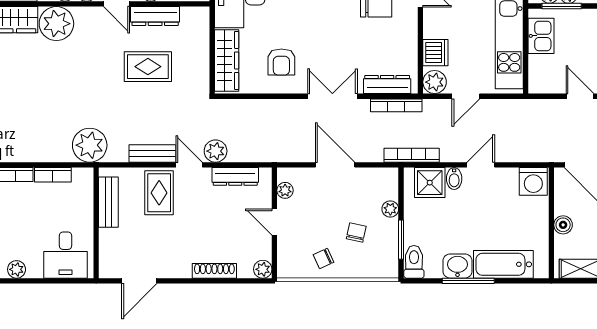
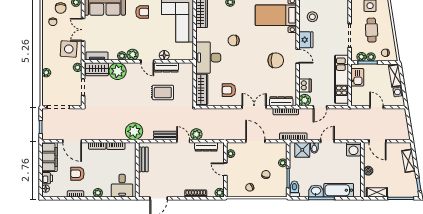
armchair: (281, 62) -> (229, 90), turned 90
rug: (159, 193) -> (168, 155), removed

